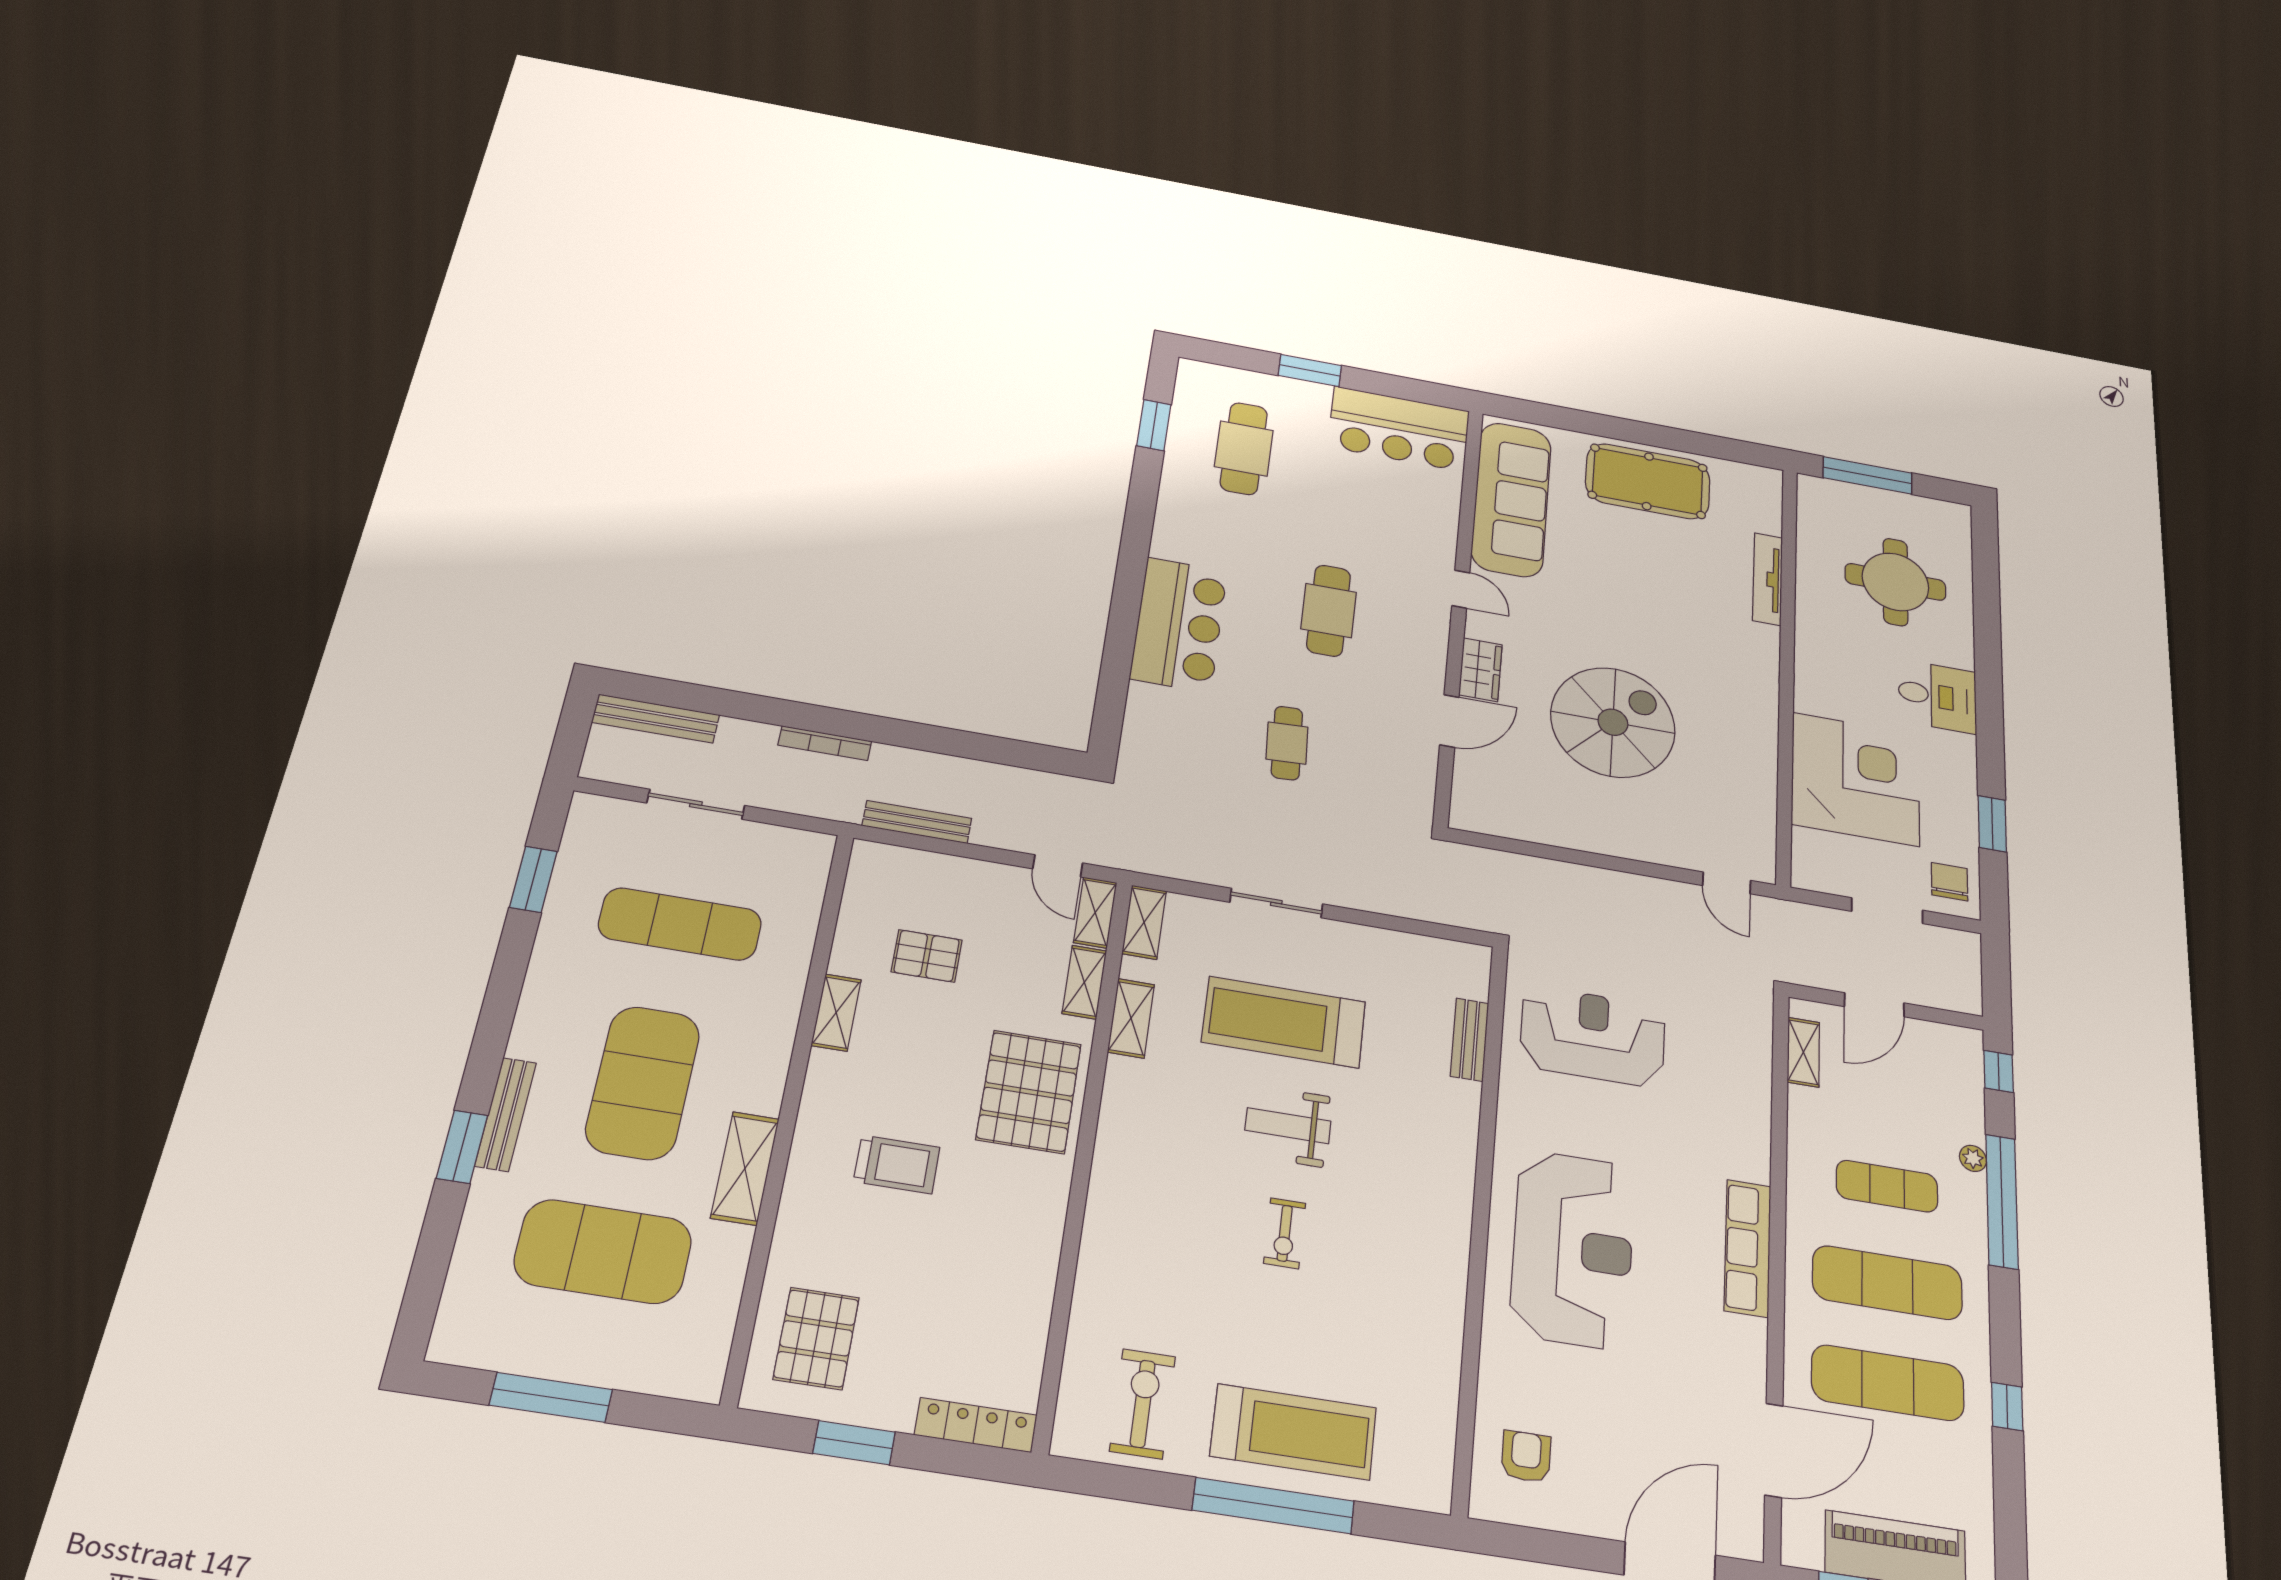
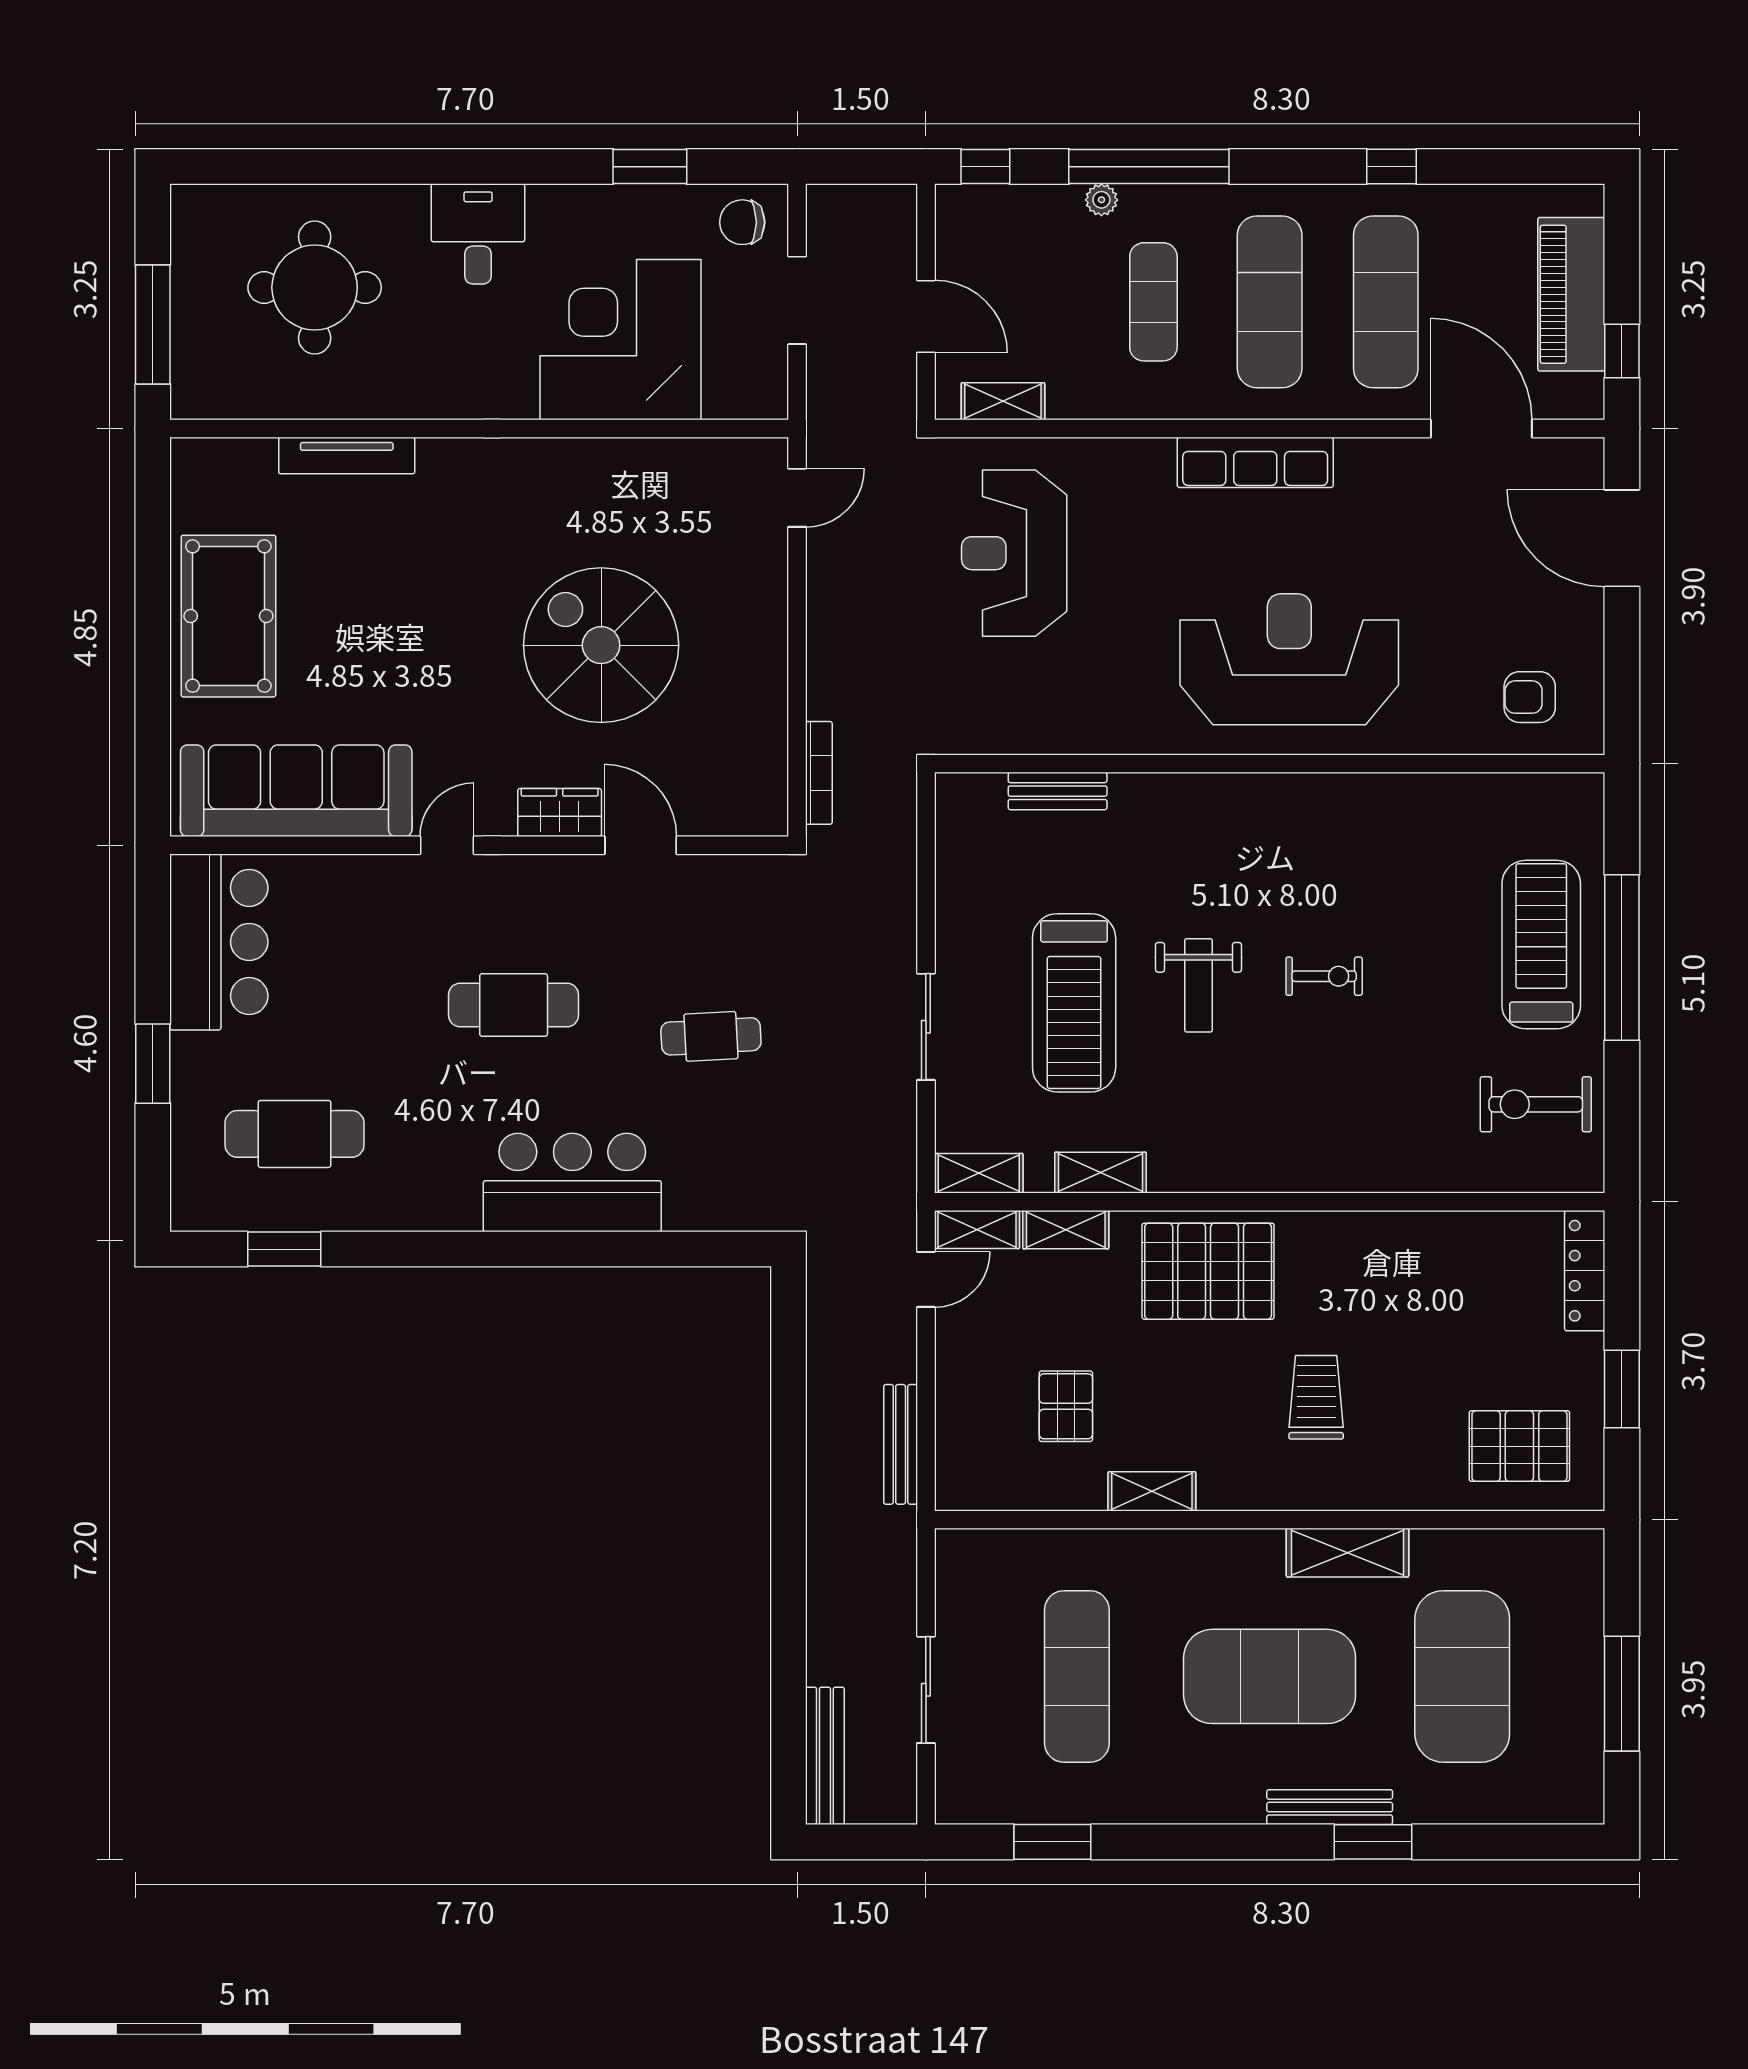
bookcase: (825, 743) -> (819, 773), moved
reception desk: (1593, 1036) -> (1014, 553), moved

